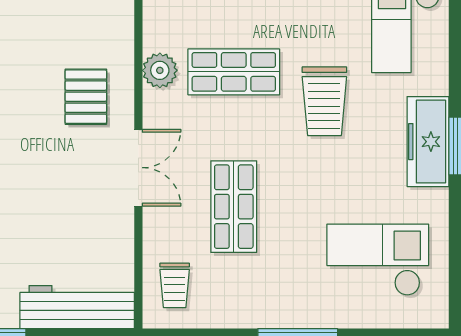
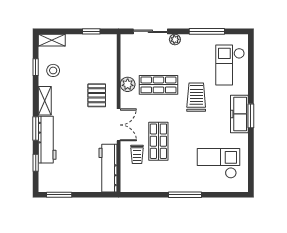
trolley: (324, 101) -> (196, 97), turned 180
trolley: (175, 285) -> (137, 154), moved
workbench: (77, 307) -> (108, 168), moved, turned -90

